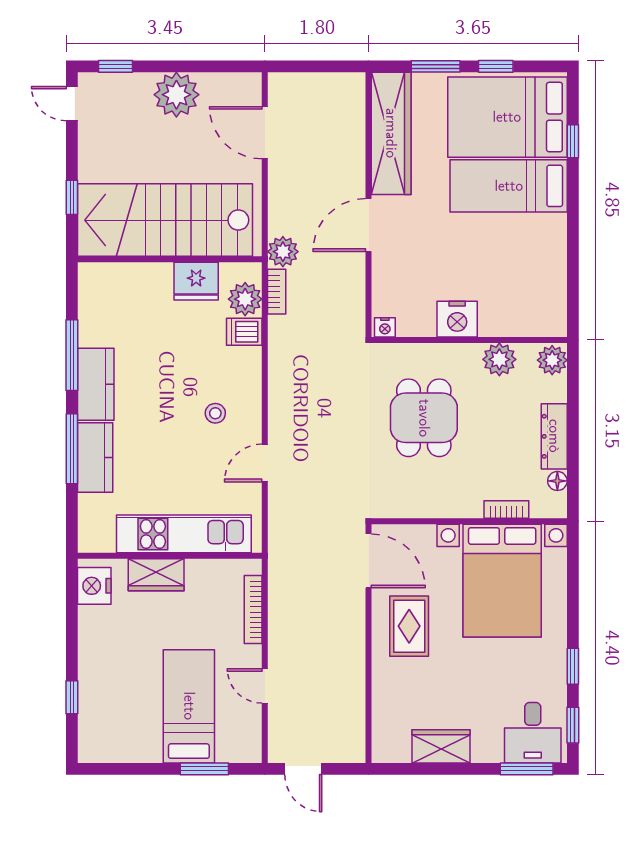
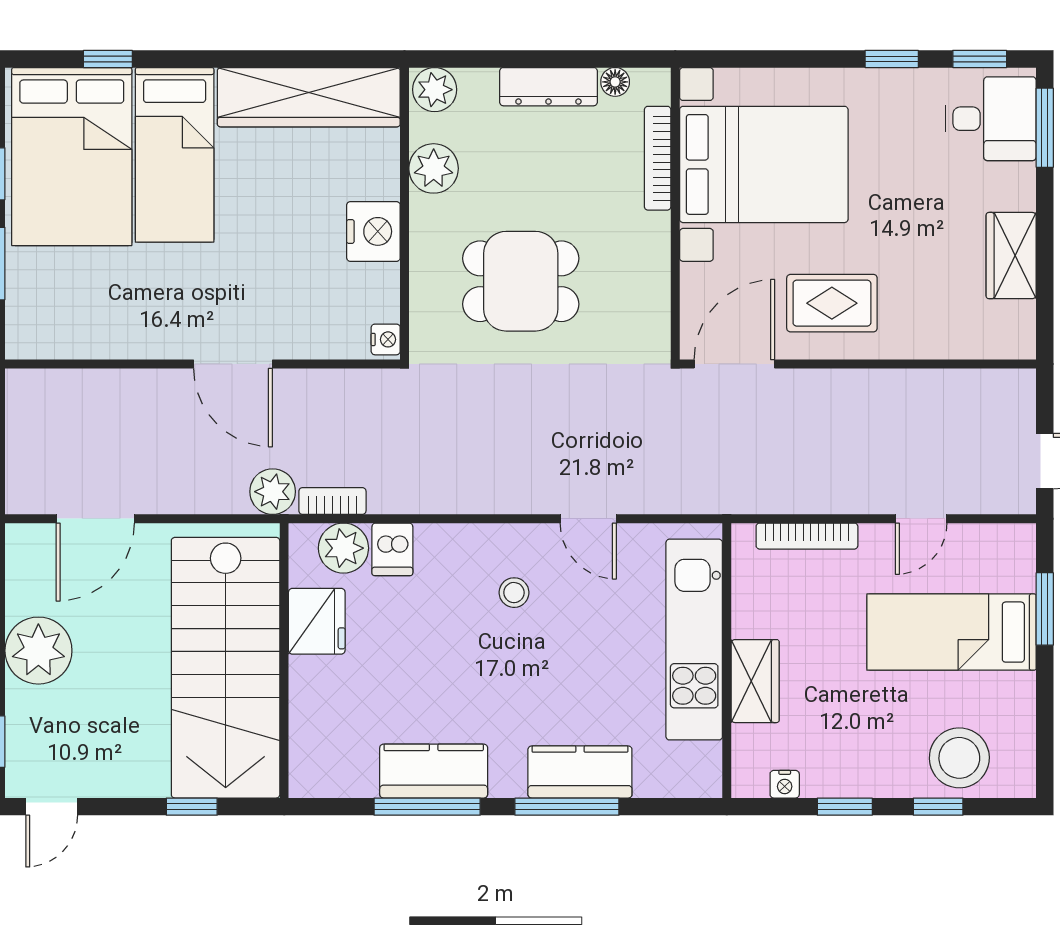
wardrobe: (391, 133) -> (309, 97), moved, turned 180
kitchen counter: (96, 384) -> (434, 771), moved
bookcase: (506, 509) -> (658, 158), width x1.56
nightstand: (94, 586) -> (785, 784), width x0.53, depth x0.56
window: (72, 635) -> (845, 807), added
stool: (105, 712) -> (959, 758), added

